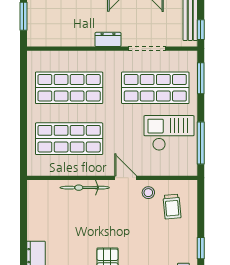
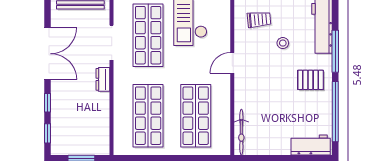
bicycle: (85, 188) -> (241, 132), moved
stool: (148, 193) -> (283, 43), moved

